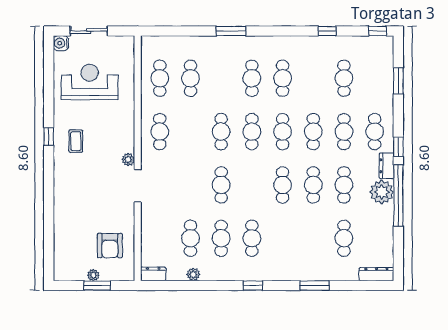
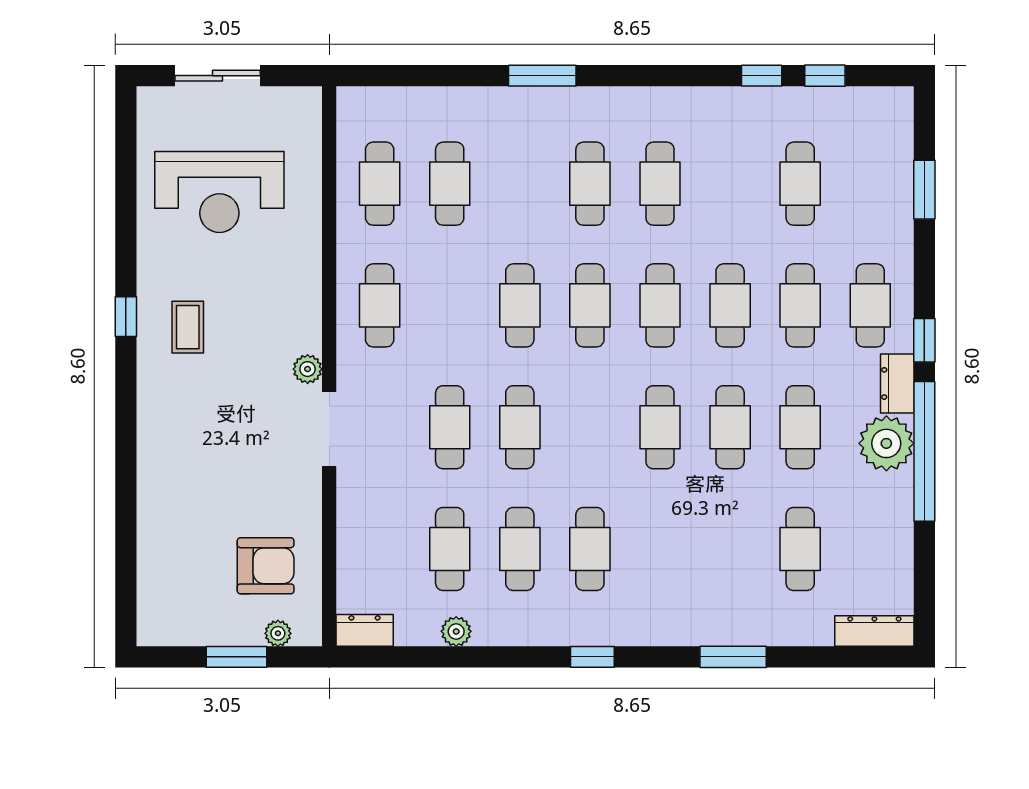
window: (377, 31) -> (825, 76), moved
water cooler: (61, 43) -> (154, 103), removed
reception desk: (90, 82) -> (219, 192), turned 180
cafe table: (190, 185) -> (450, 427), added
armchair: (110, 246) -> (266, 566), turned -90
plant: (93, 275) -> (278, 633), moved

